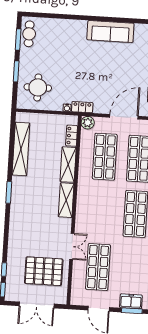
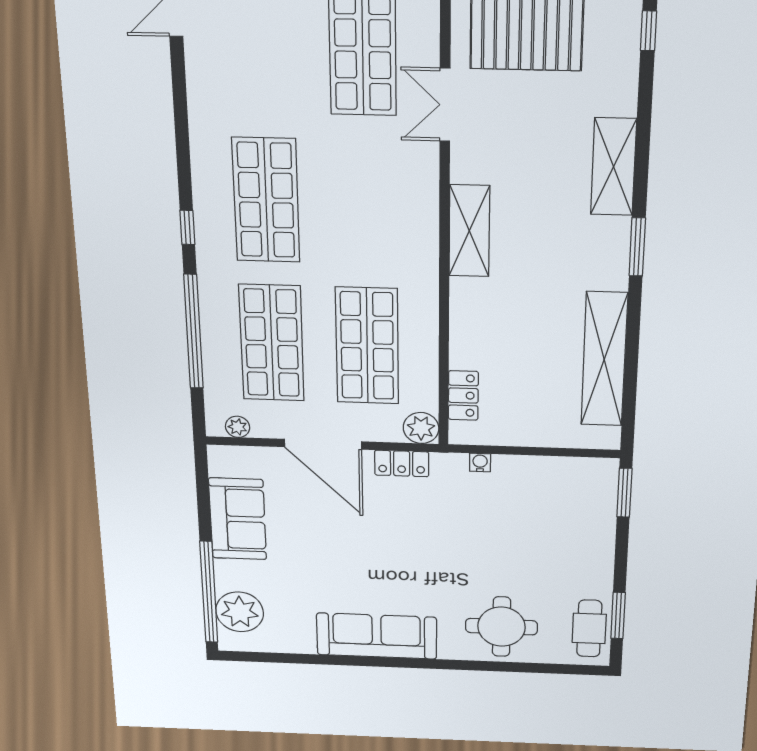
window: (16, 71) -> (624, 493), moved
round table: (38, 87) -> (501, 627), moved
locker: (82, 107) -> (402, 463), moved
door: (124, 117) -> (323, 444), hinge flipped
shelving: (68, 165) -> (614, 167), moved

